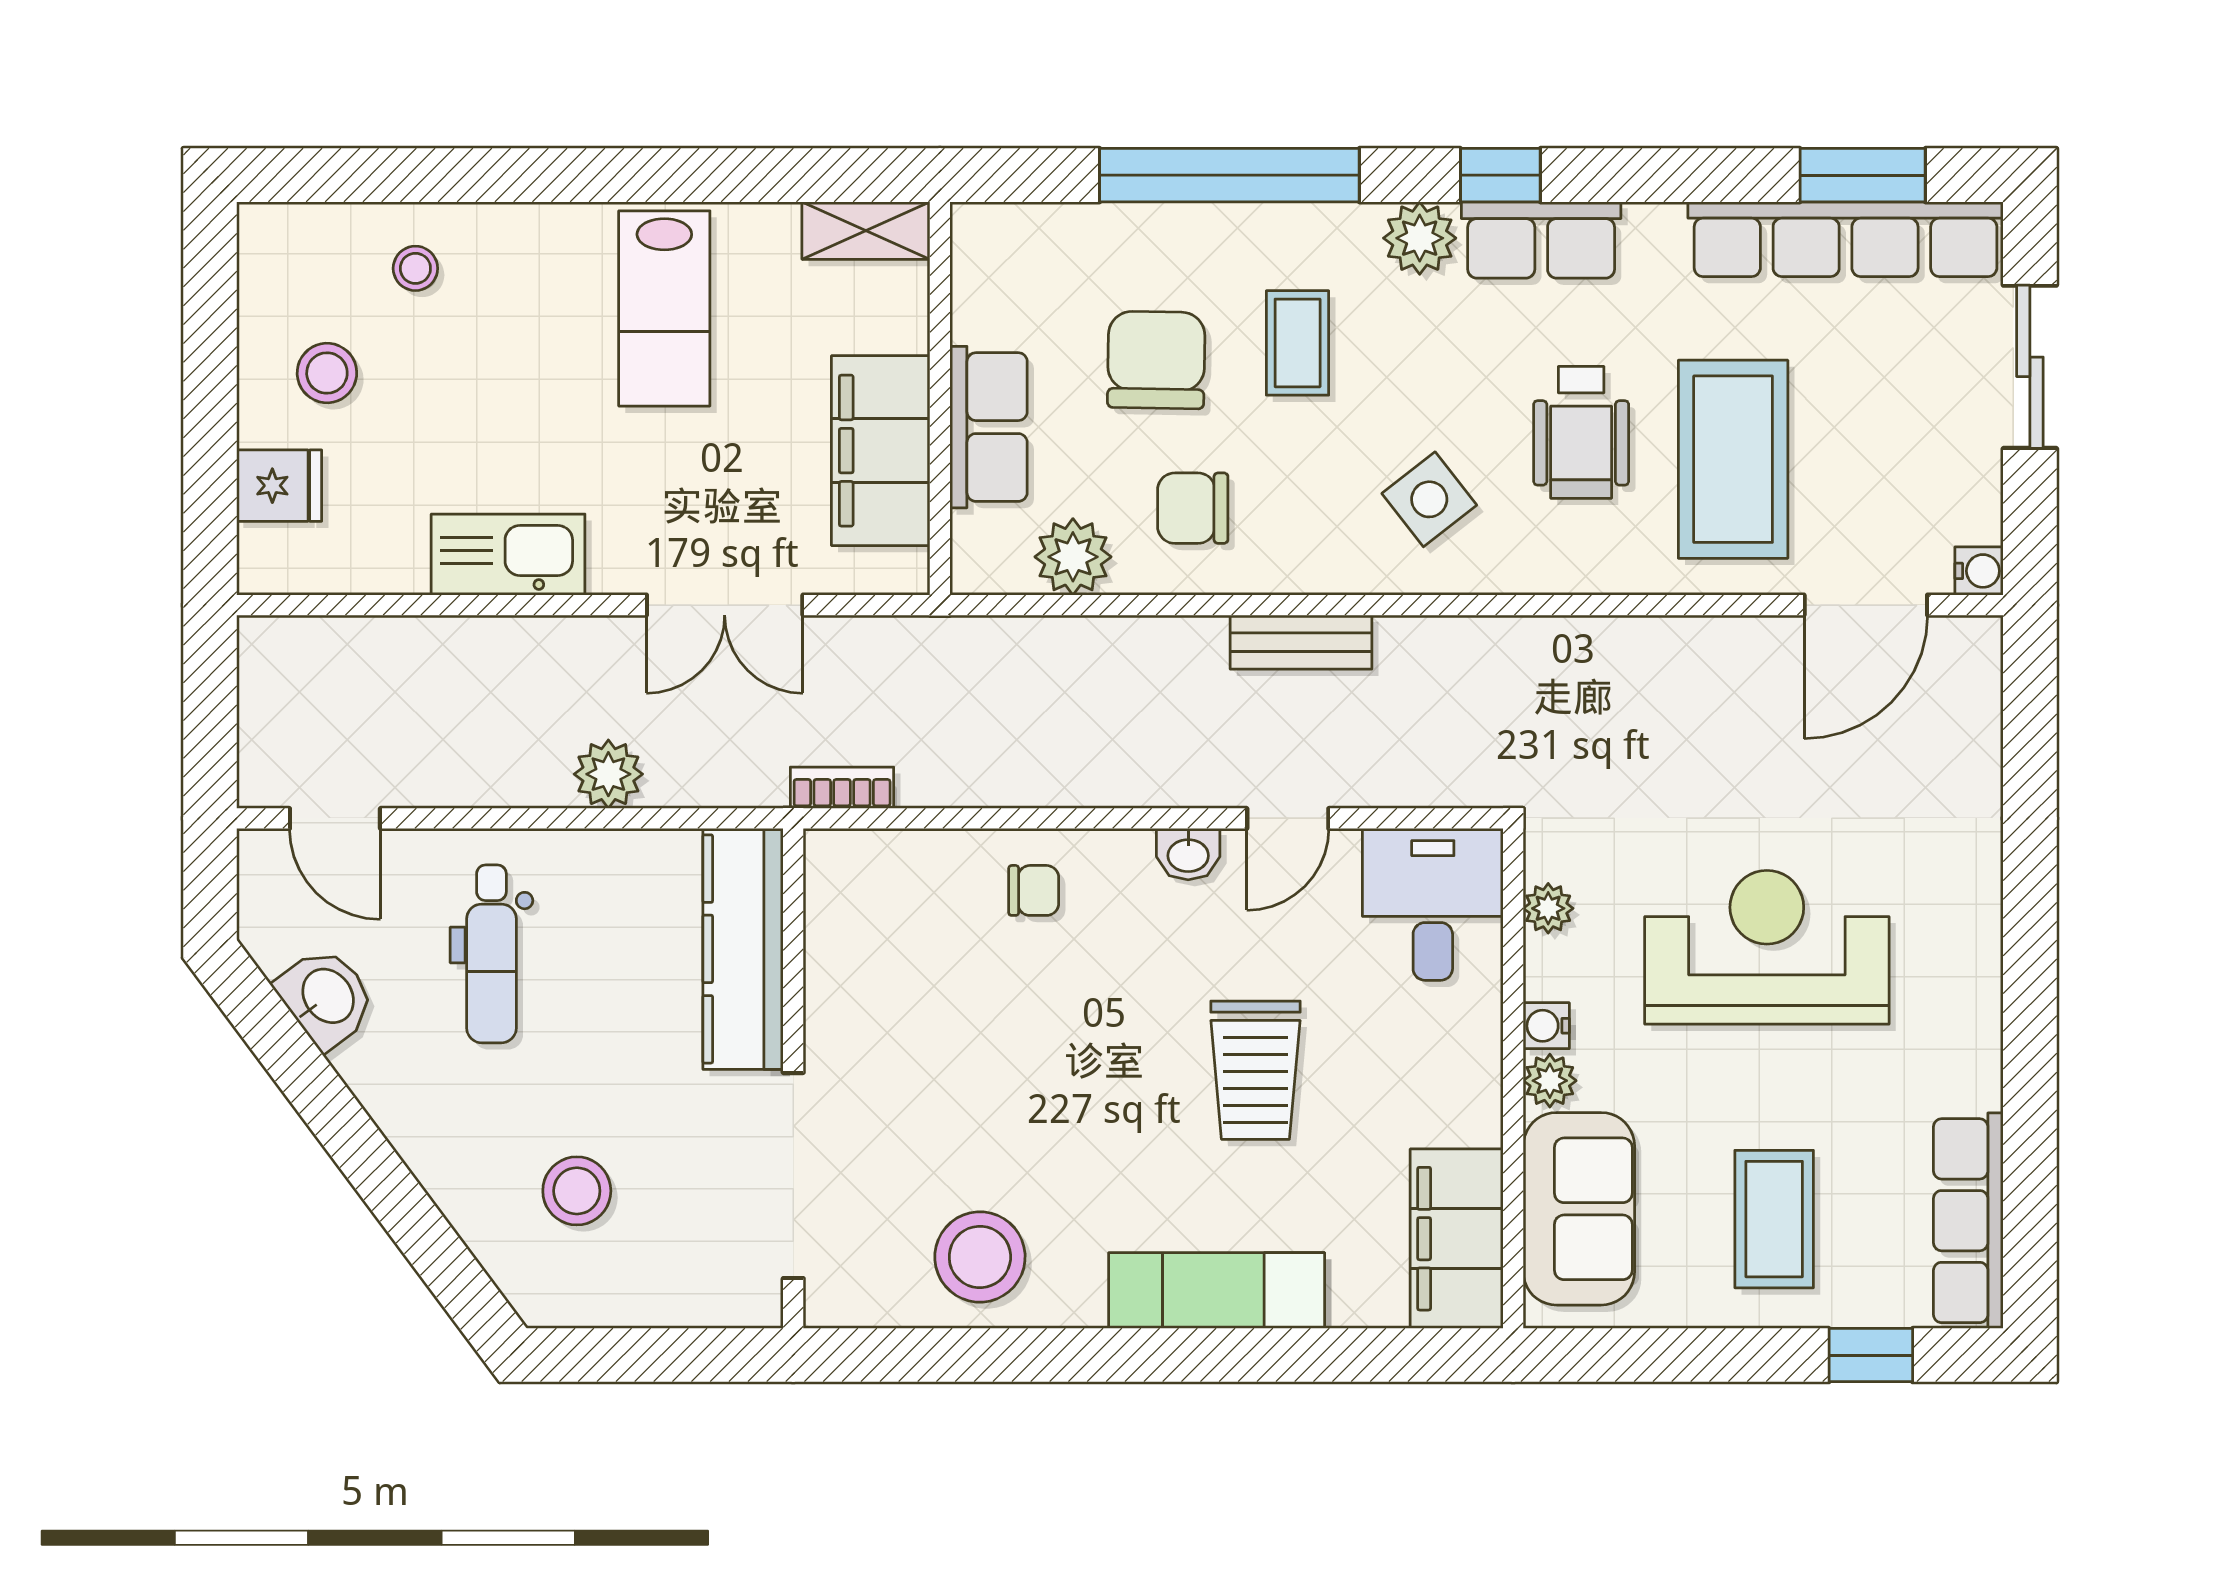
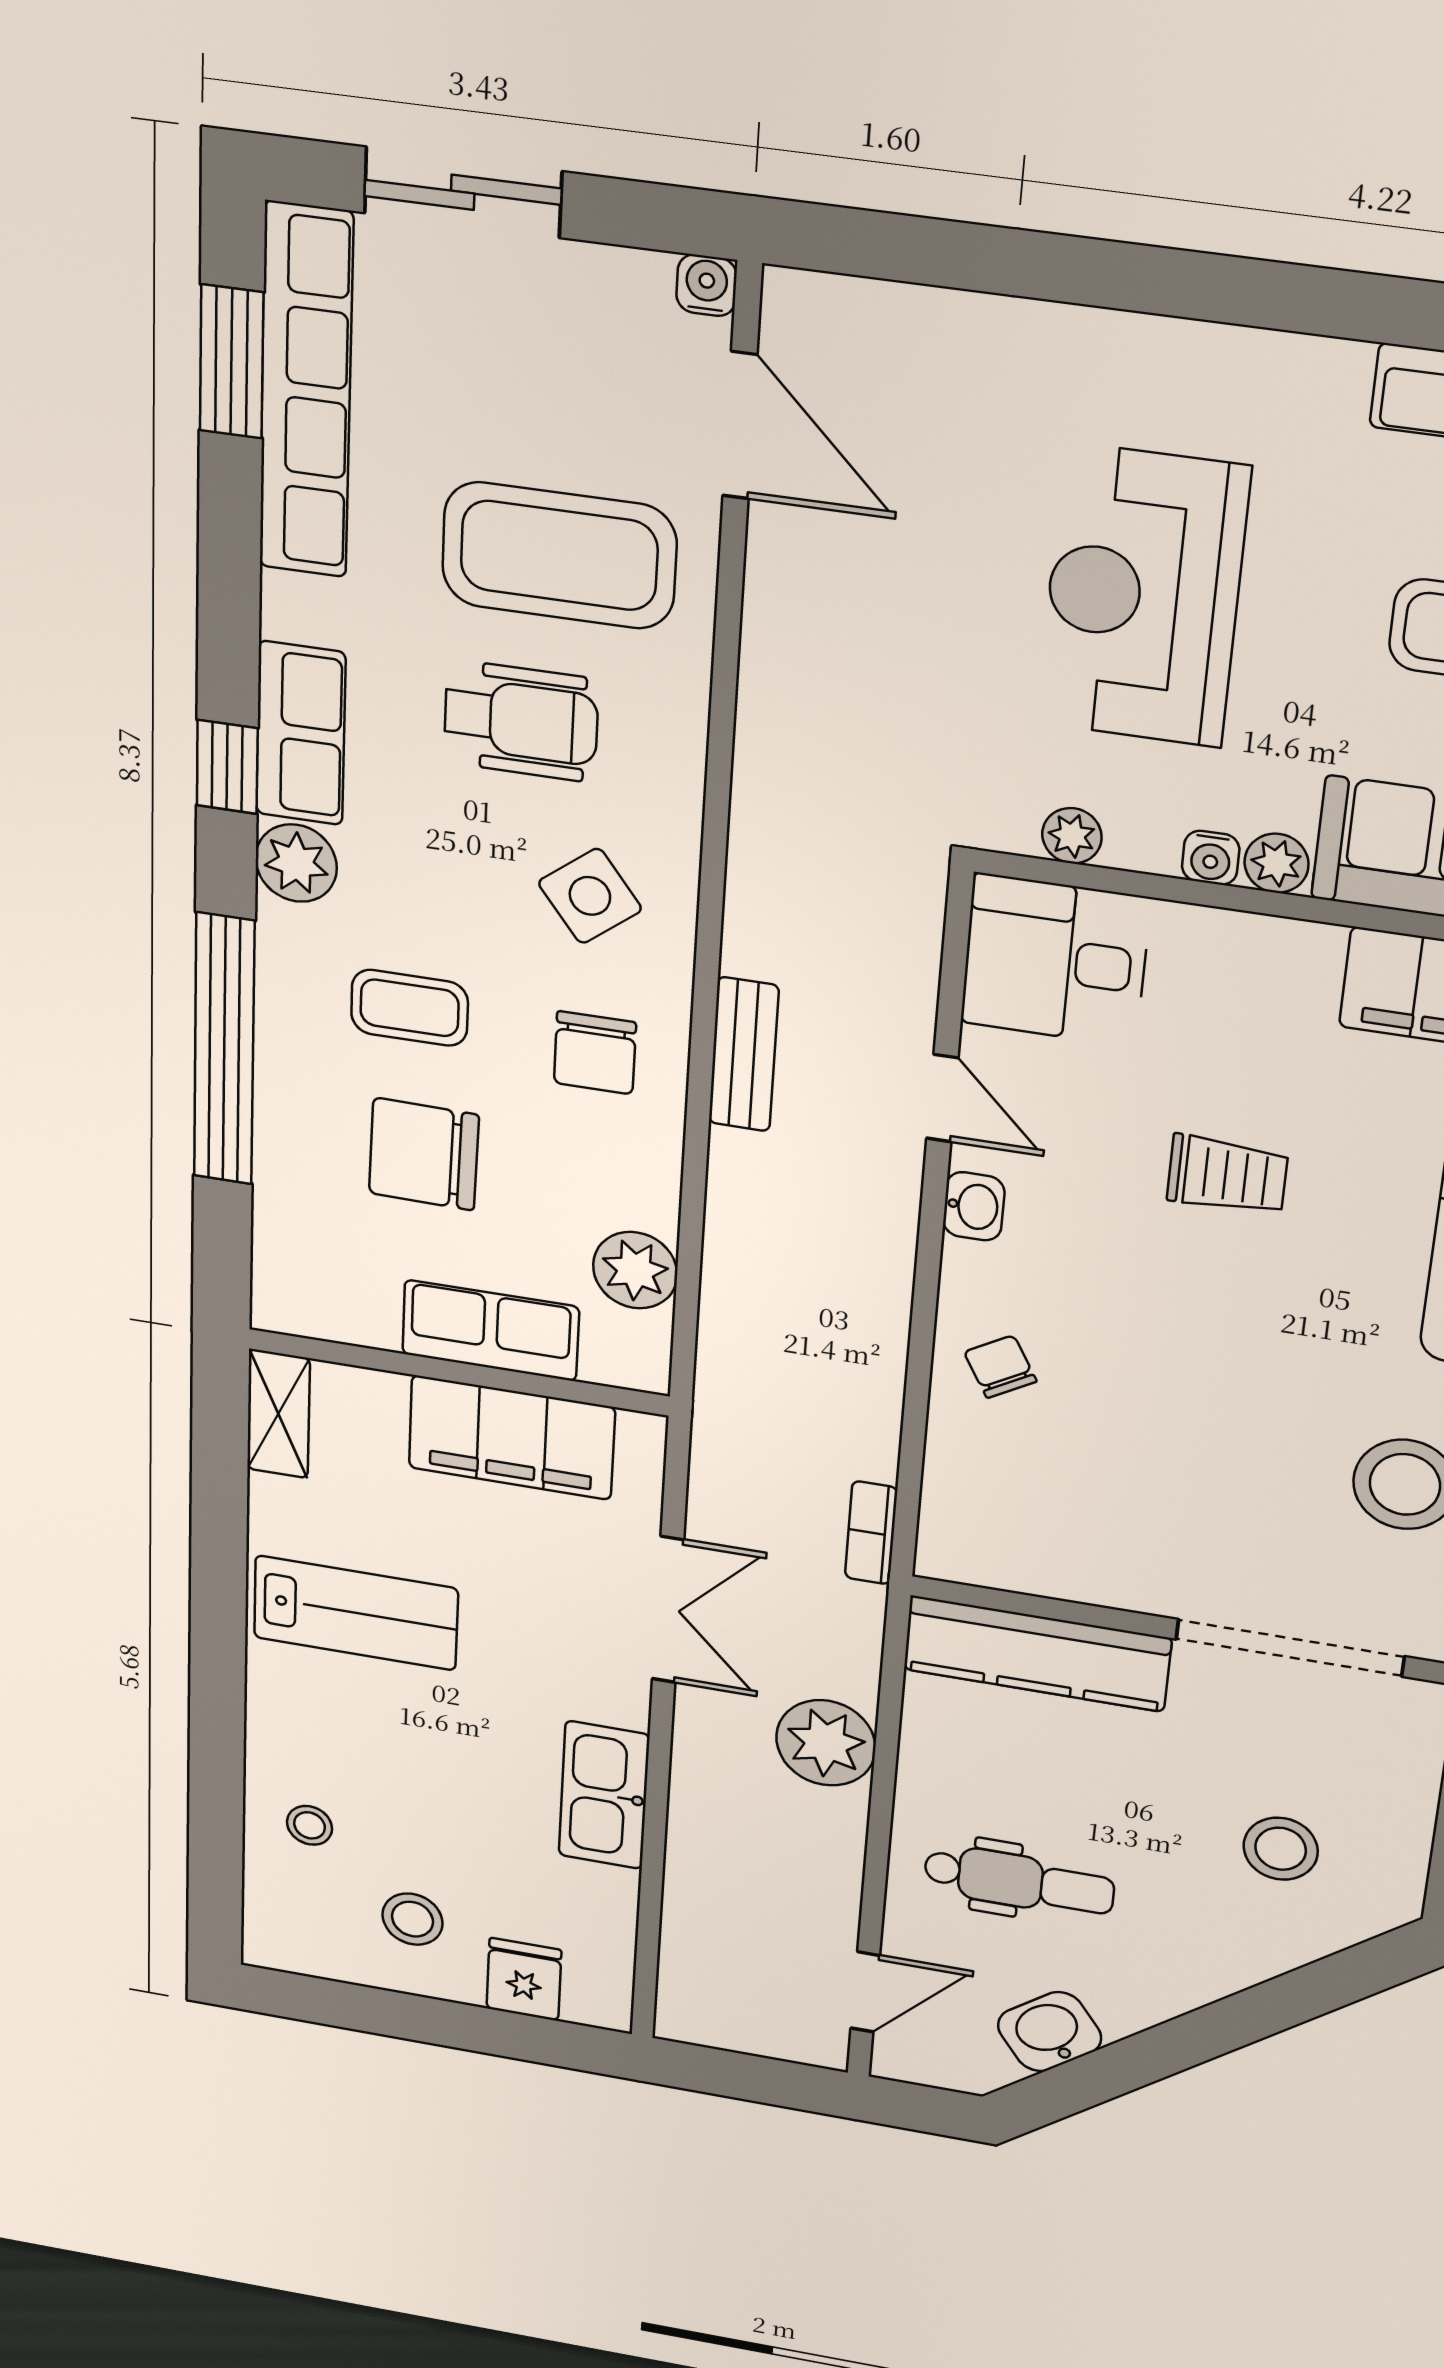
chair: (1193, 508) -> (595, 1053), moved
plant: (608, 774) -> (826, 1743), width x1.36, depth x1.36
chair: (1034, 890) -> (1000, 1367), turned -30
trolley: (1255, 1070) -> (1227, 1175), width x0.73, depth x0.72

